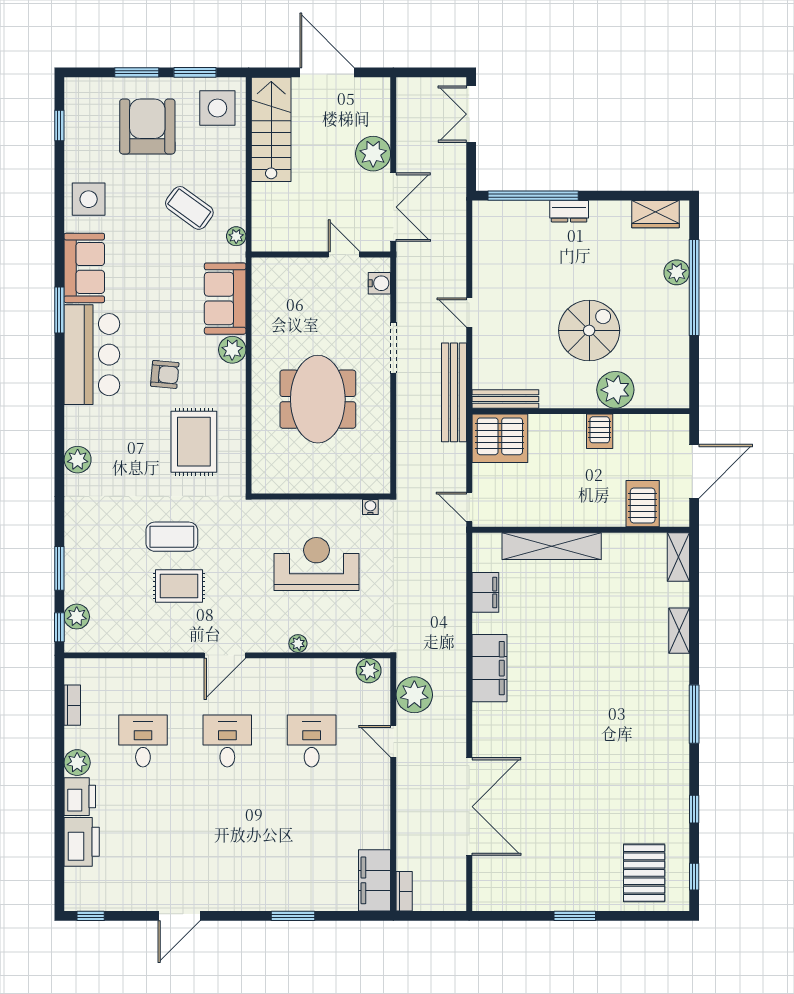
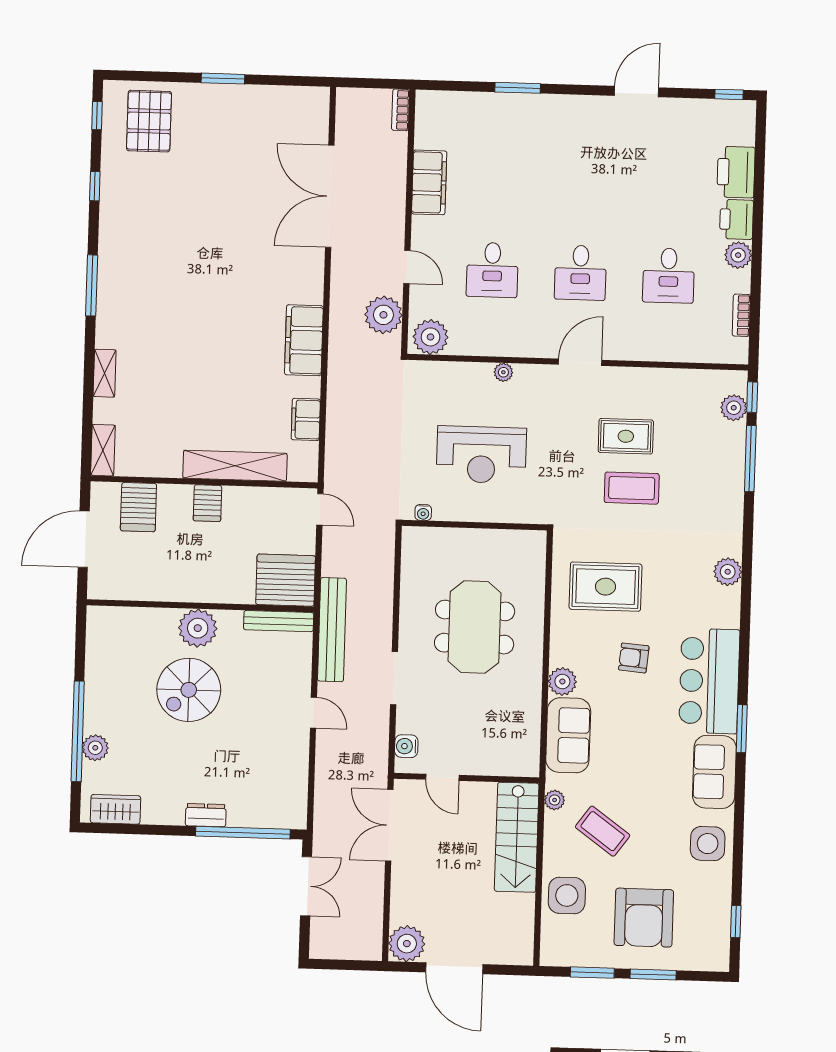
side table: (217, 108) -> (567, 895), moved
double door: (471, 114) -> (306, 886), moved
stairs: (271, 129) -> (517, 837), moved
plant: (373, 154) -> (407, 944), moved
plant: (615, 390) -> (198, 628), moved
server rack: (600, 431) -> (207, 503), moved, turned 180
rug: (194, 442) -> (606, 587), turned 90
window: (59, 568) -> (750, 459), width x1.44
plant: (369, 671) -> (431, 337), width x1.36, depth x1.36
filing cabinet: (375, 880) -> (429, 182), moved

